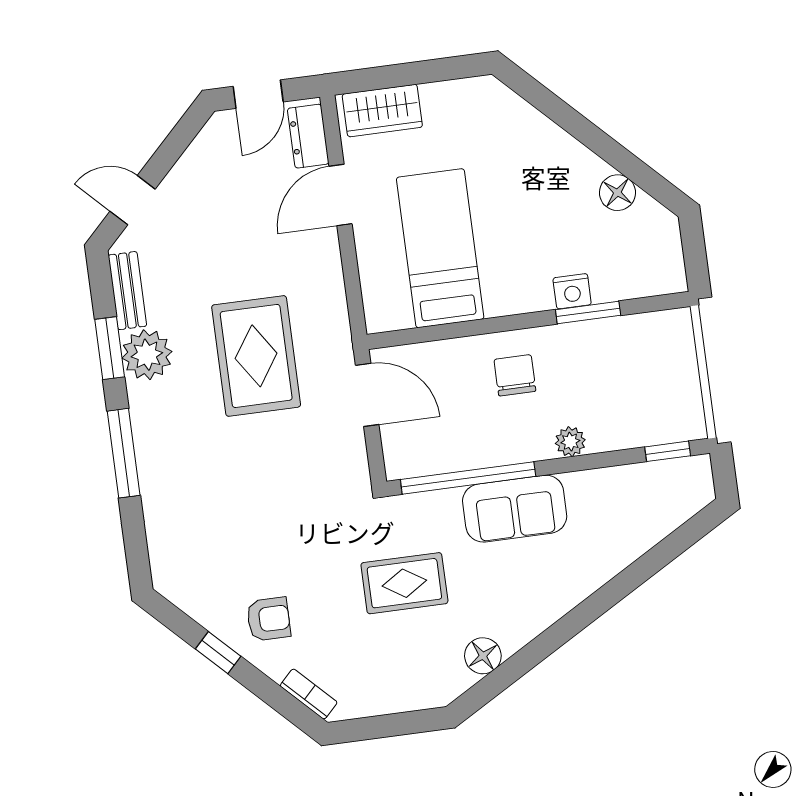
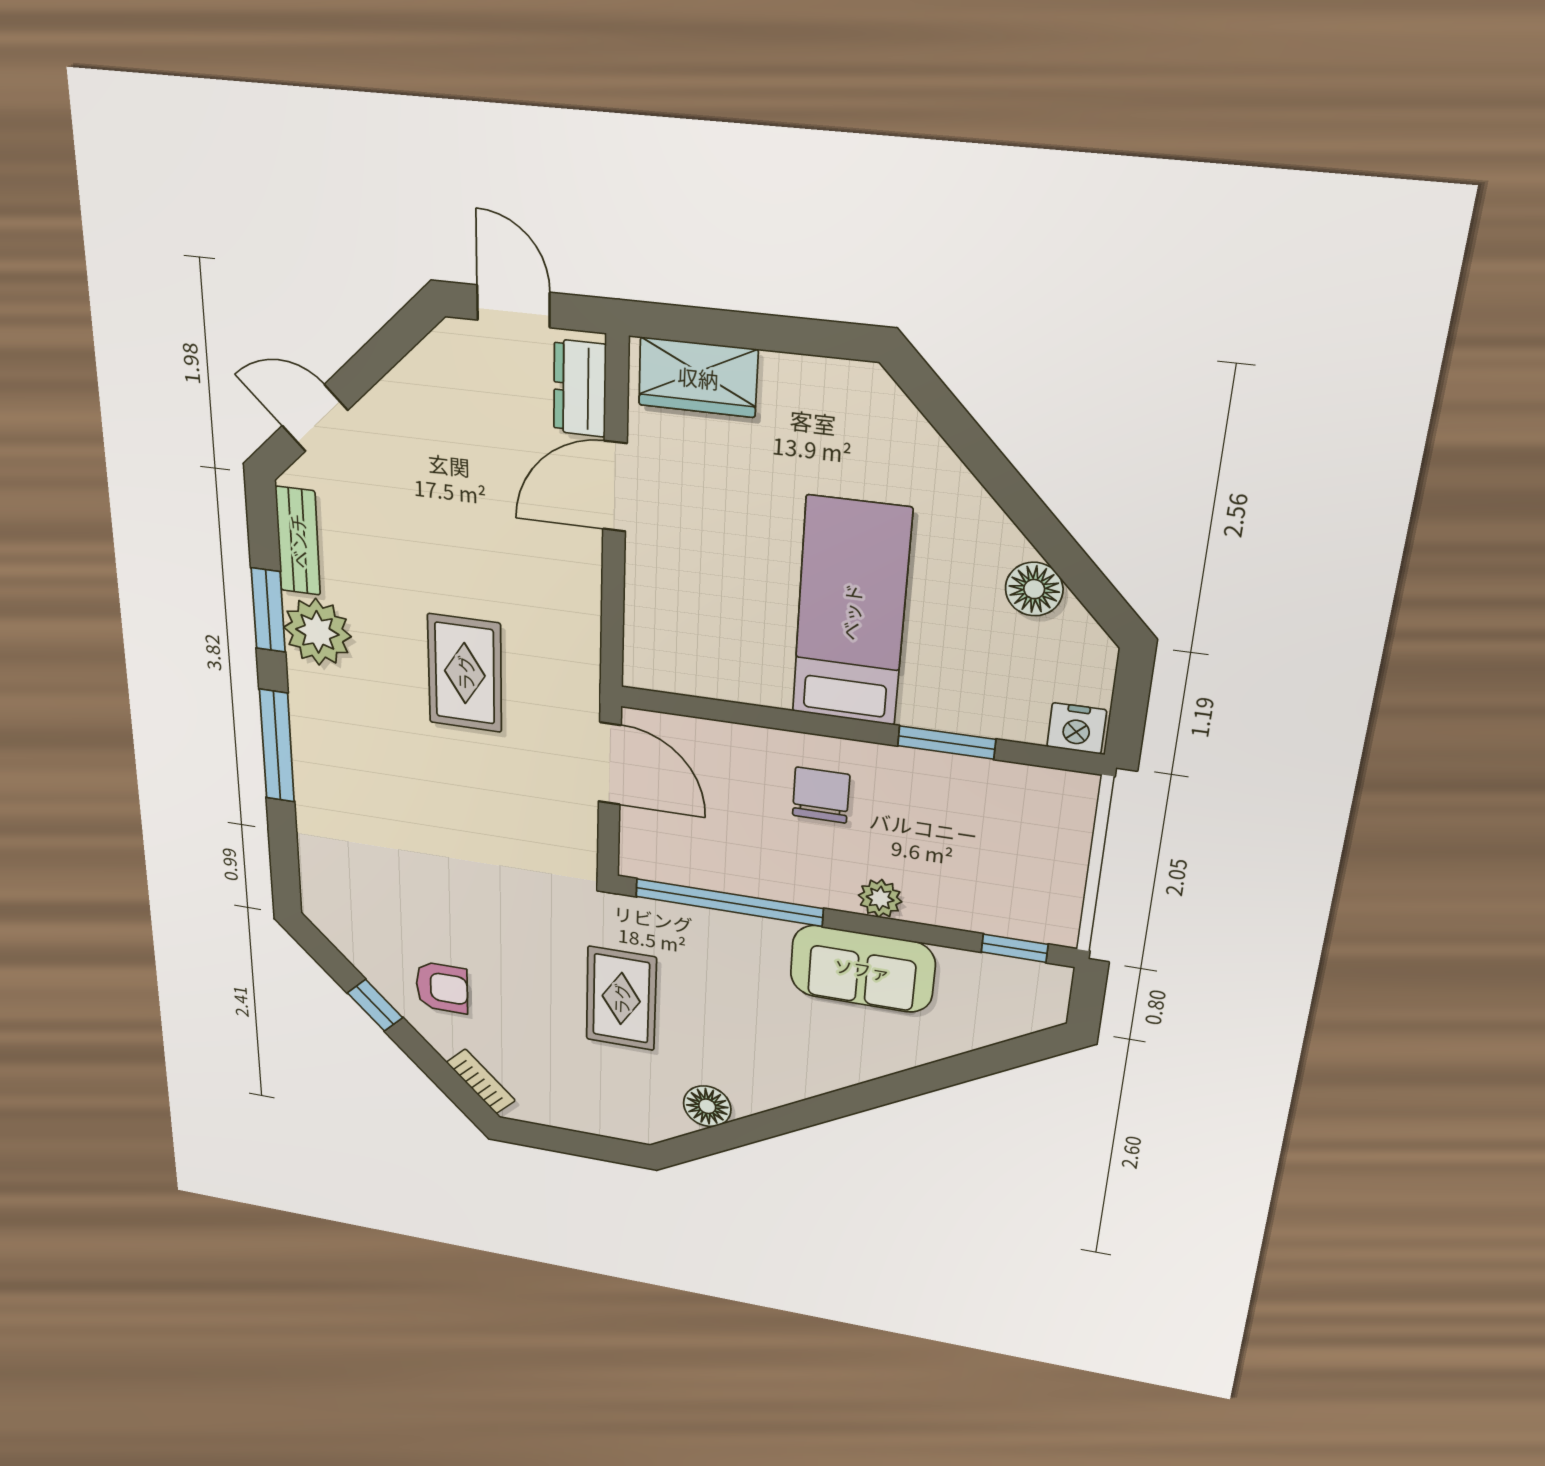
door: (258, 94) -> (513, 306), swing flipped
bed: (440, 248) -> (851, 612), moved
nightstand: (572, 291) -> (1077, 728), moved
rug: (256, 356) -> (465, 673), width x0.73, depth x0.70
sofa: (515, 509) -> (862, 969), moved
rug: (404, 583) -> (621, 999), turned 90

